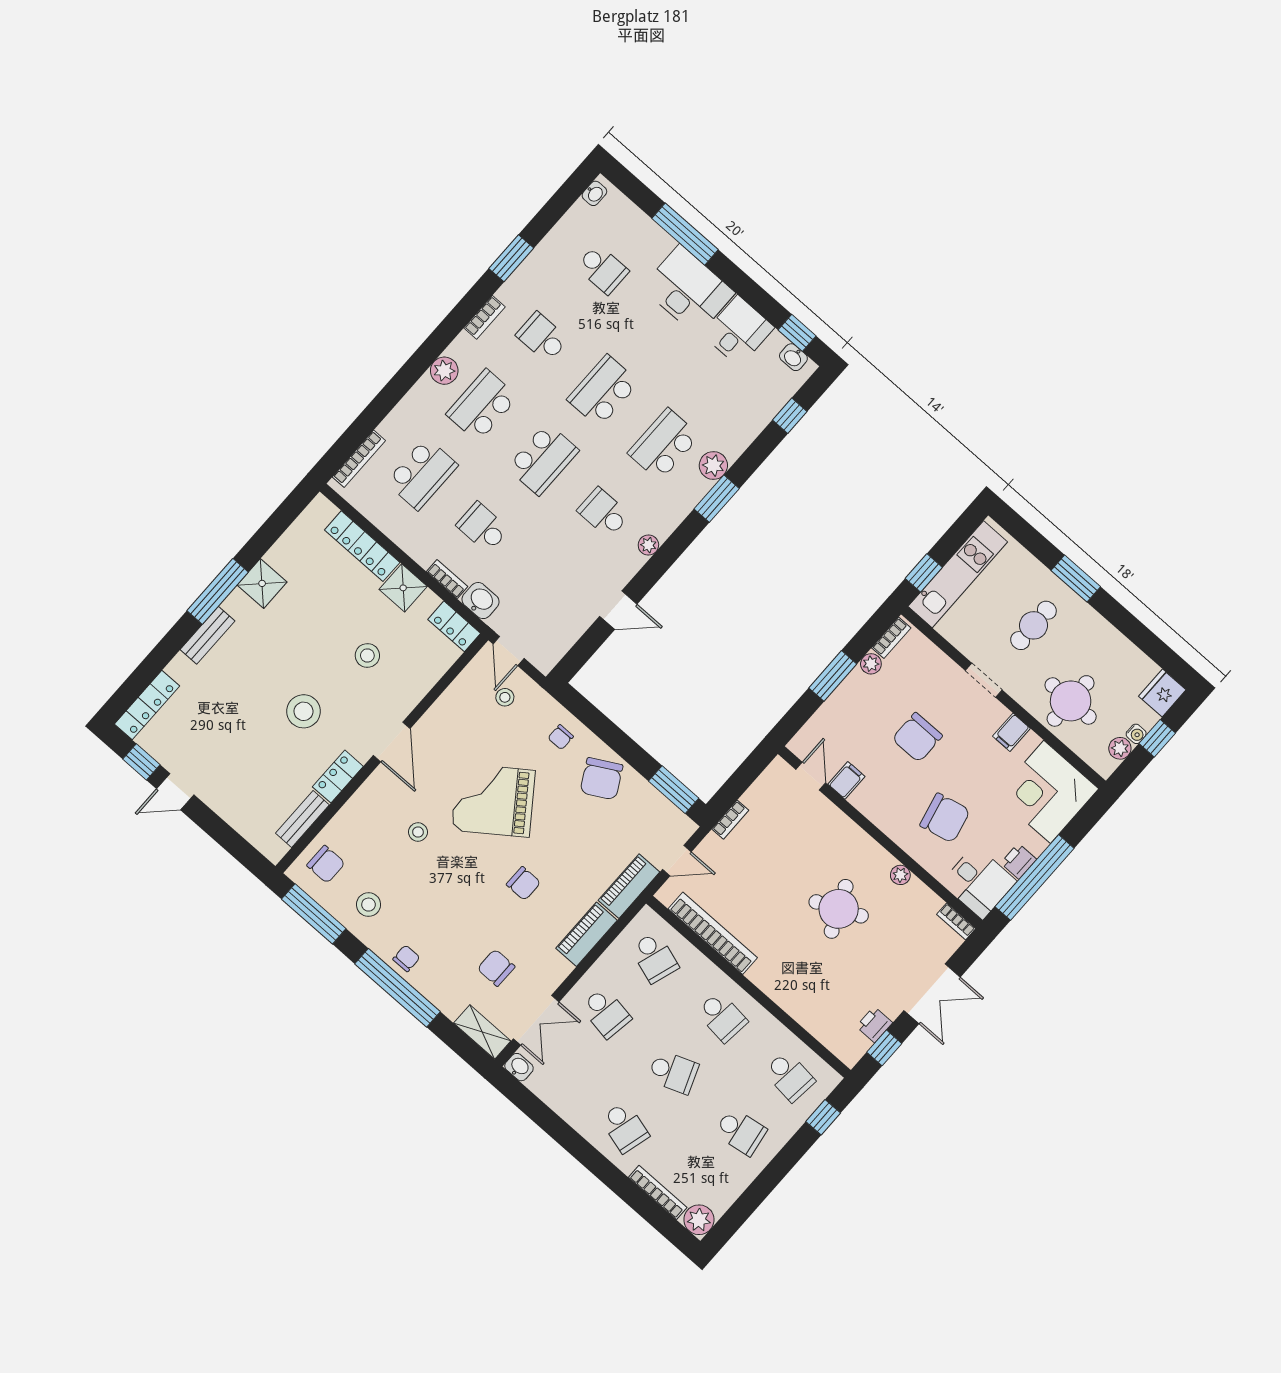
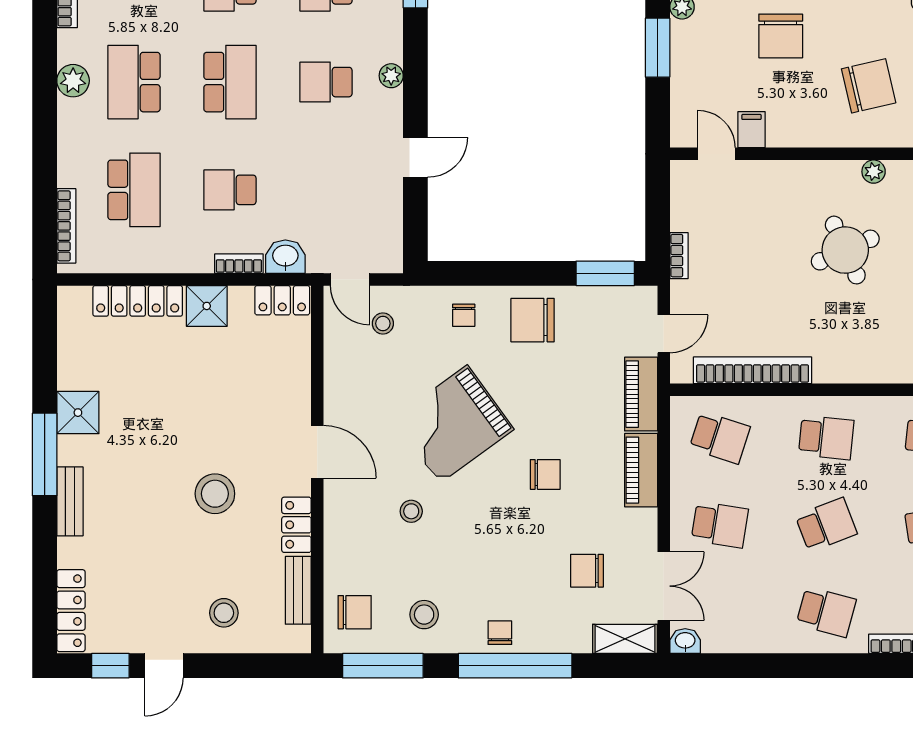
stool: (367, 655) -> (224, 613), moved
chair: (601, 779) -> (533, 320), turned 119

